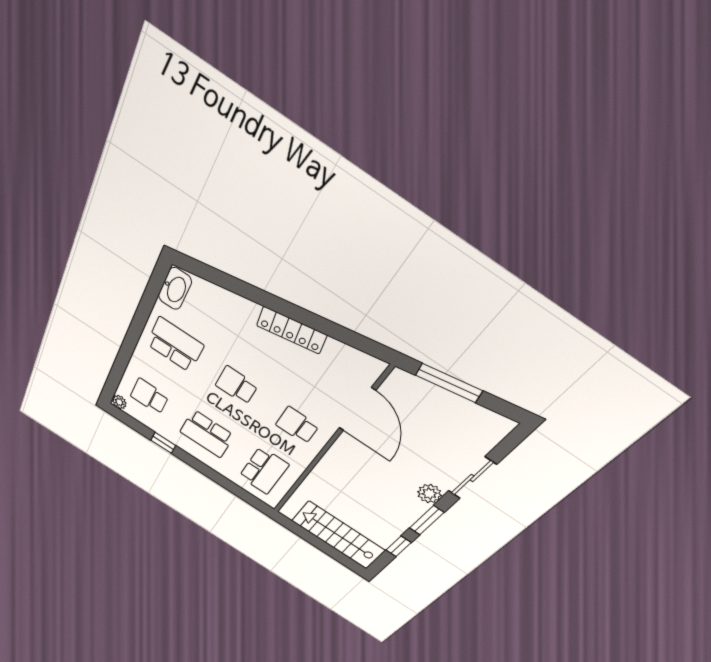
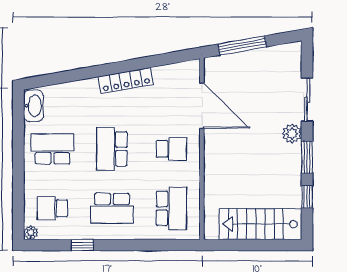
school desk: (236, 385) -> (112, 149), width x1.85
school desk: (297, 425) -> (171, 149), turned 180

